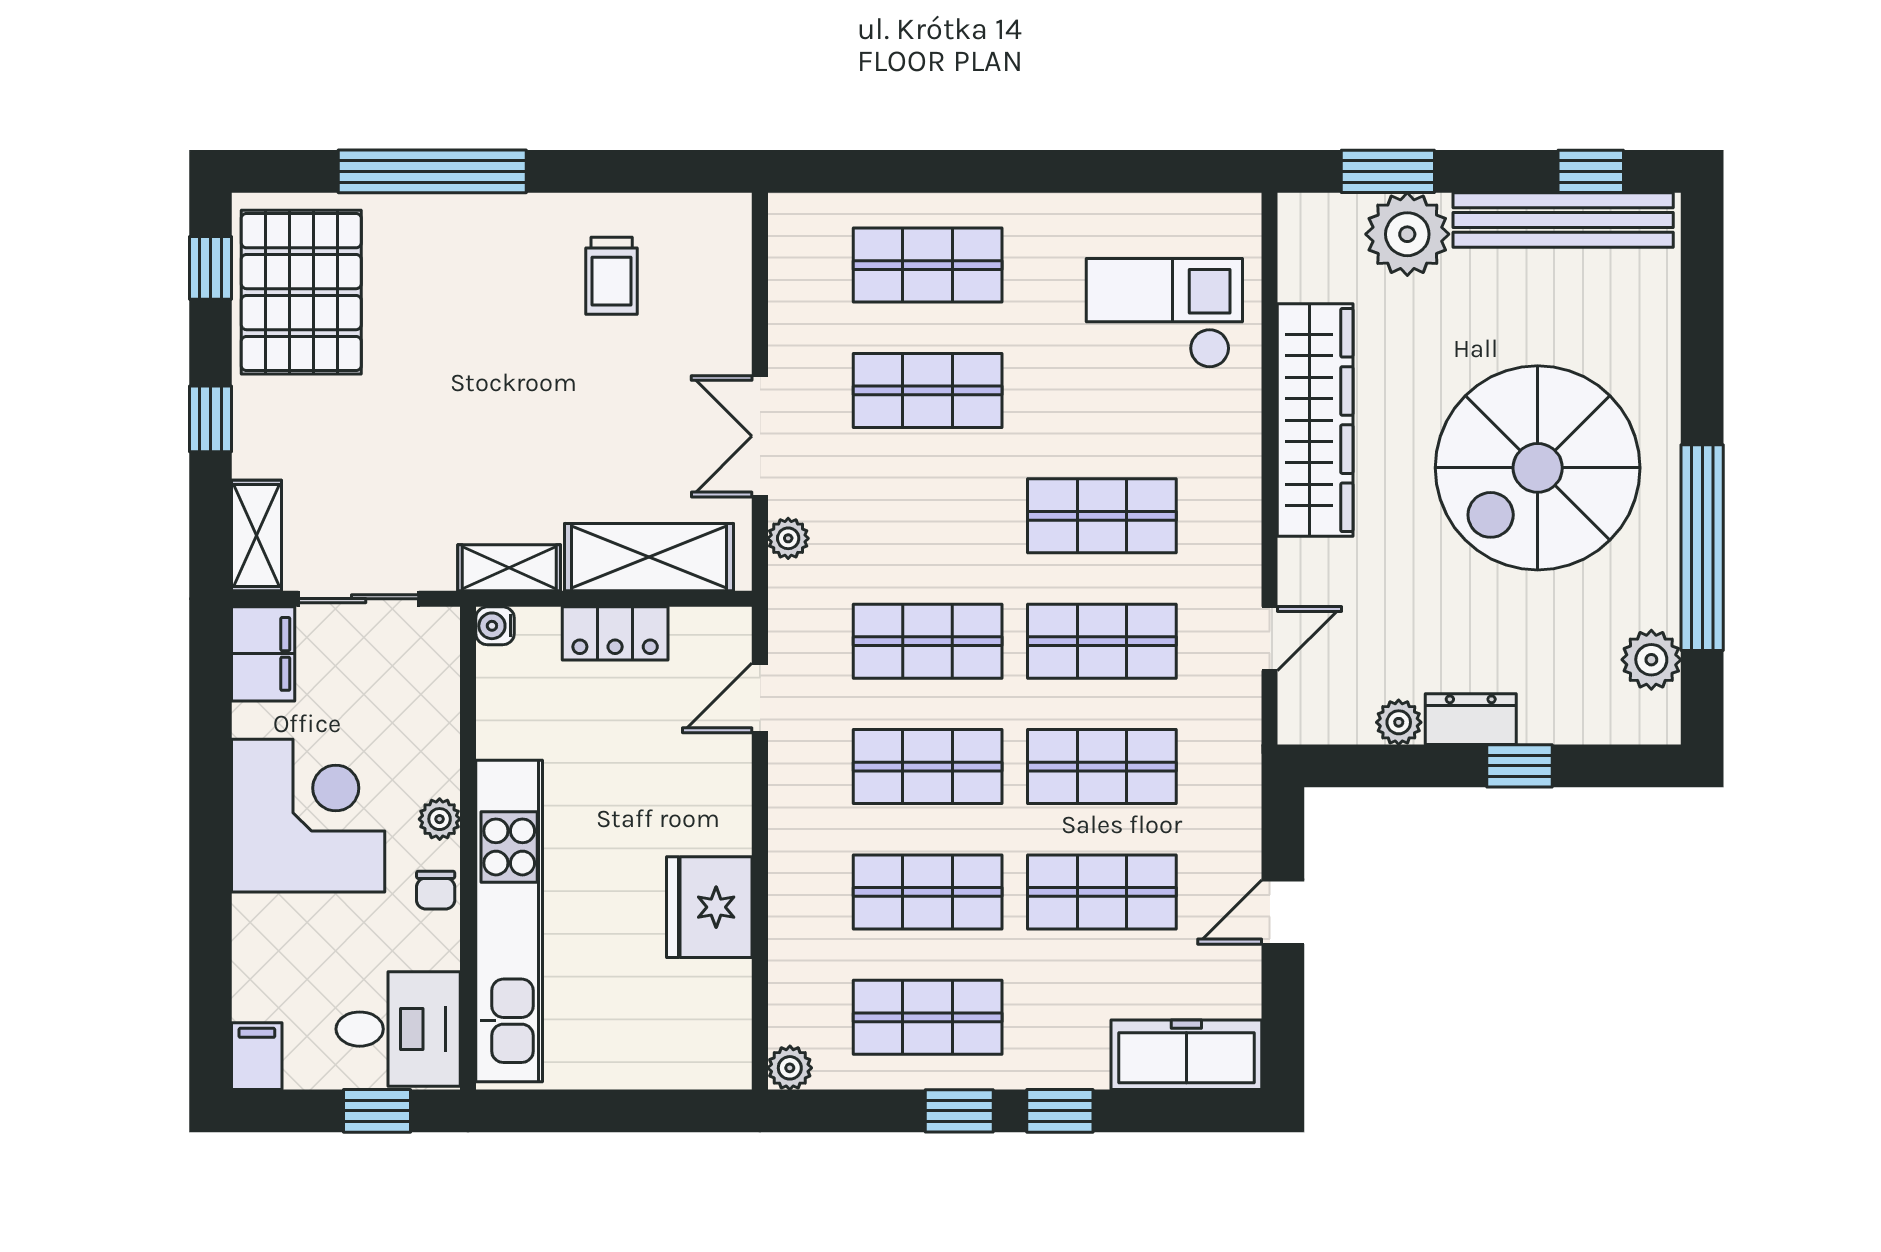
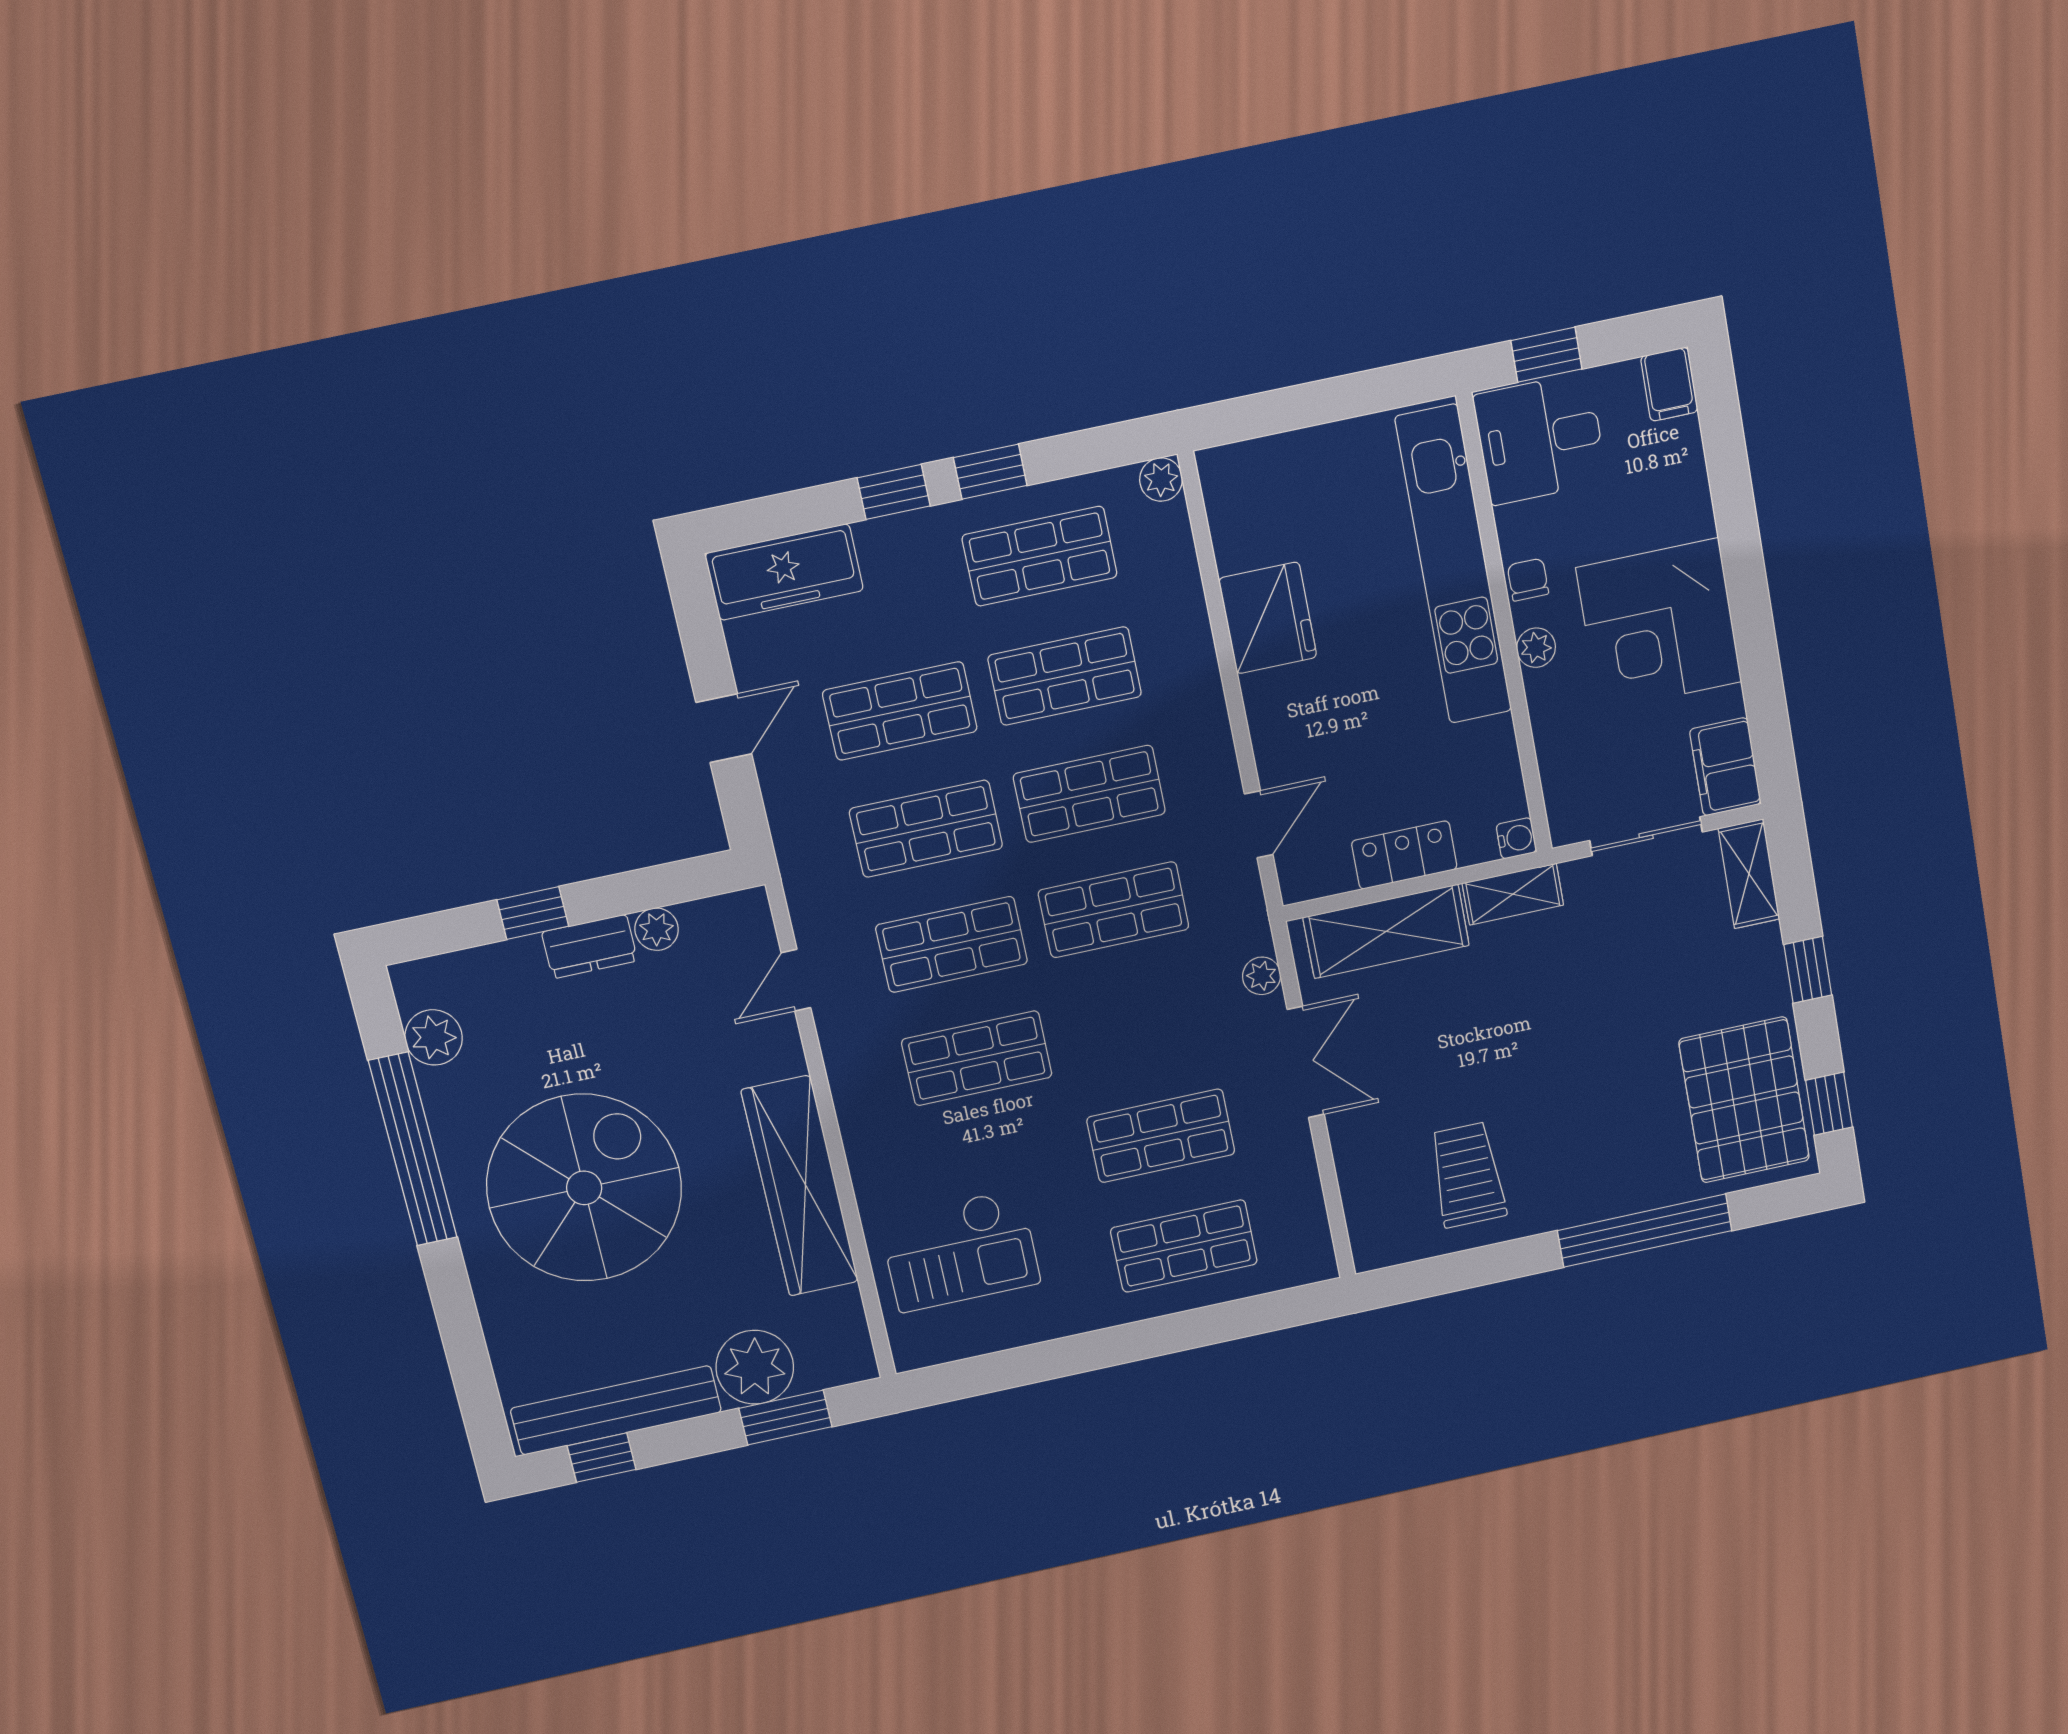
trolley: (612, 276) -> (1467, 1175), width x1.36, depth x1.39

